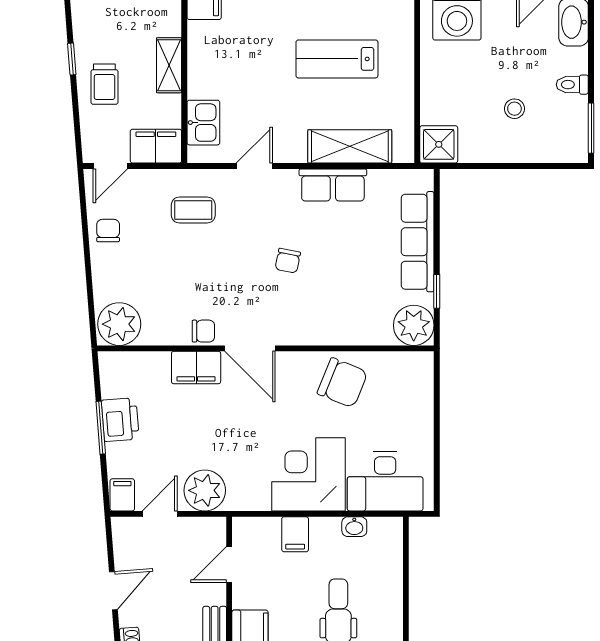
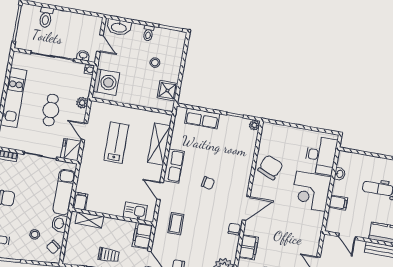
lab bench: (337, 59) -> (116, 143), turned 180
shelving: (169, 65) -> (89, 220), moved
shower: (439, 144) -> (167, 91), moved
row of seats: (333, 185) -> (174, 166), moved
row of seats: (418, 242) -> (202, 118), width x0.68
plant: (414, 325) -> (254, 125), width x0.53, depth x0.53
filing cabinet: (196, 367) -> (249, 247), moved
plant: (205, 490) -> (310, 242), removed

